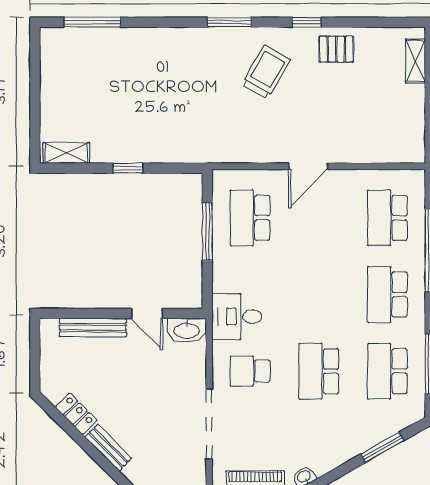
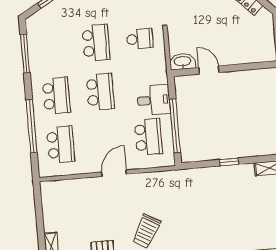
window: (207, 231) -> (175, 126), width x1.46
desk: (237, 317) -> (154, 100), moved
bench: (93, 328) -> (243, 58), removed
school desk: (387, 371) -> (100, 92), moved

